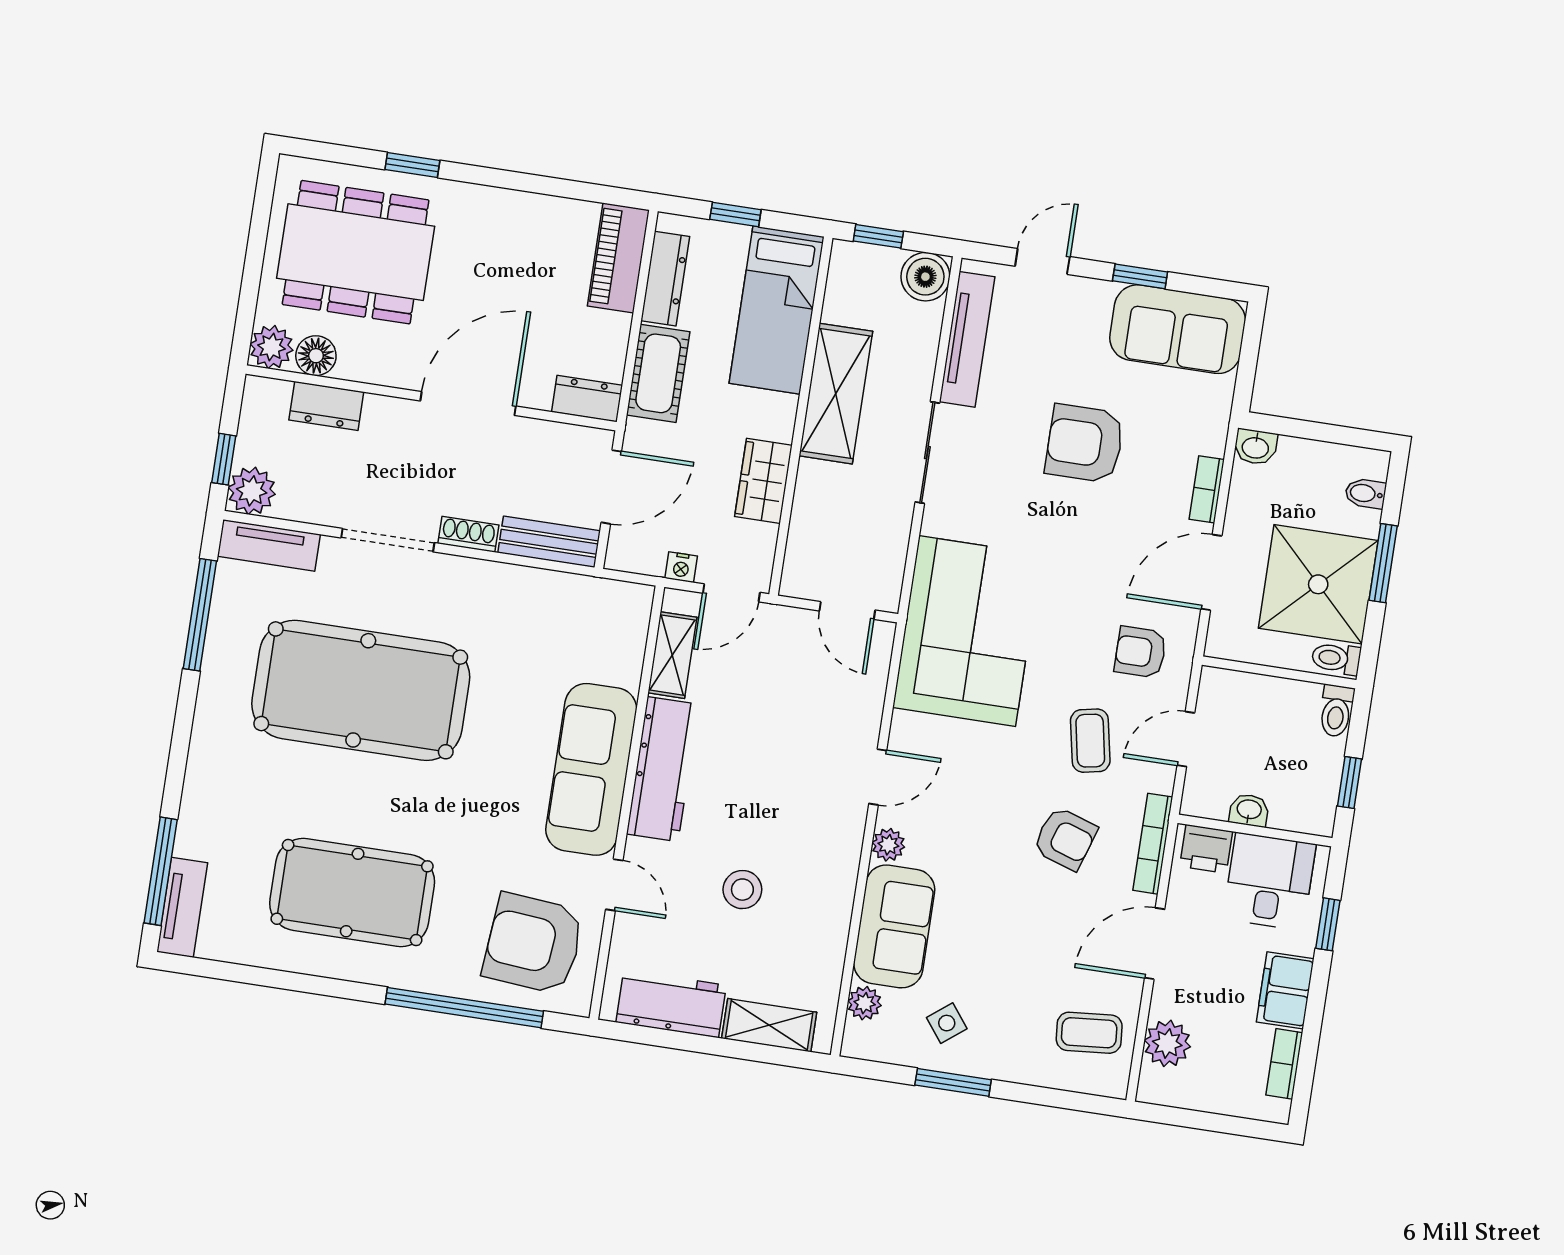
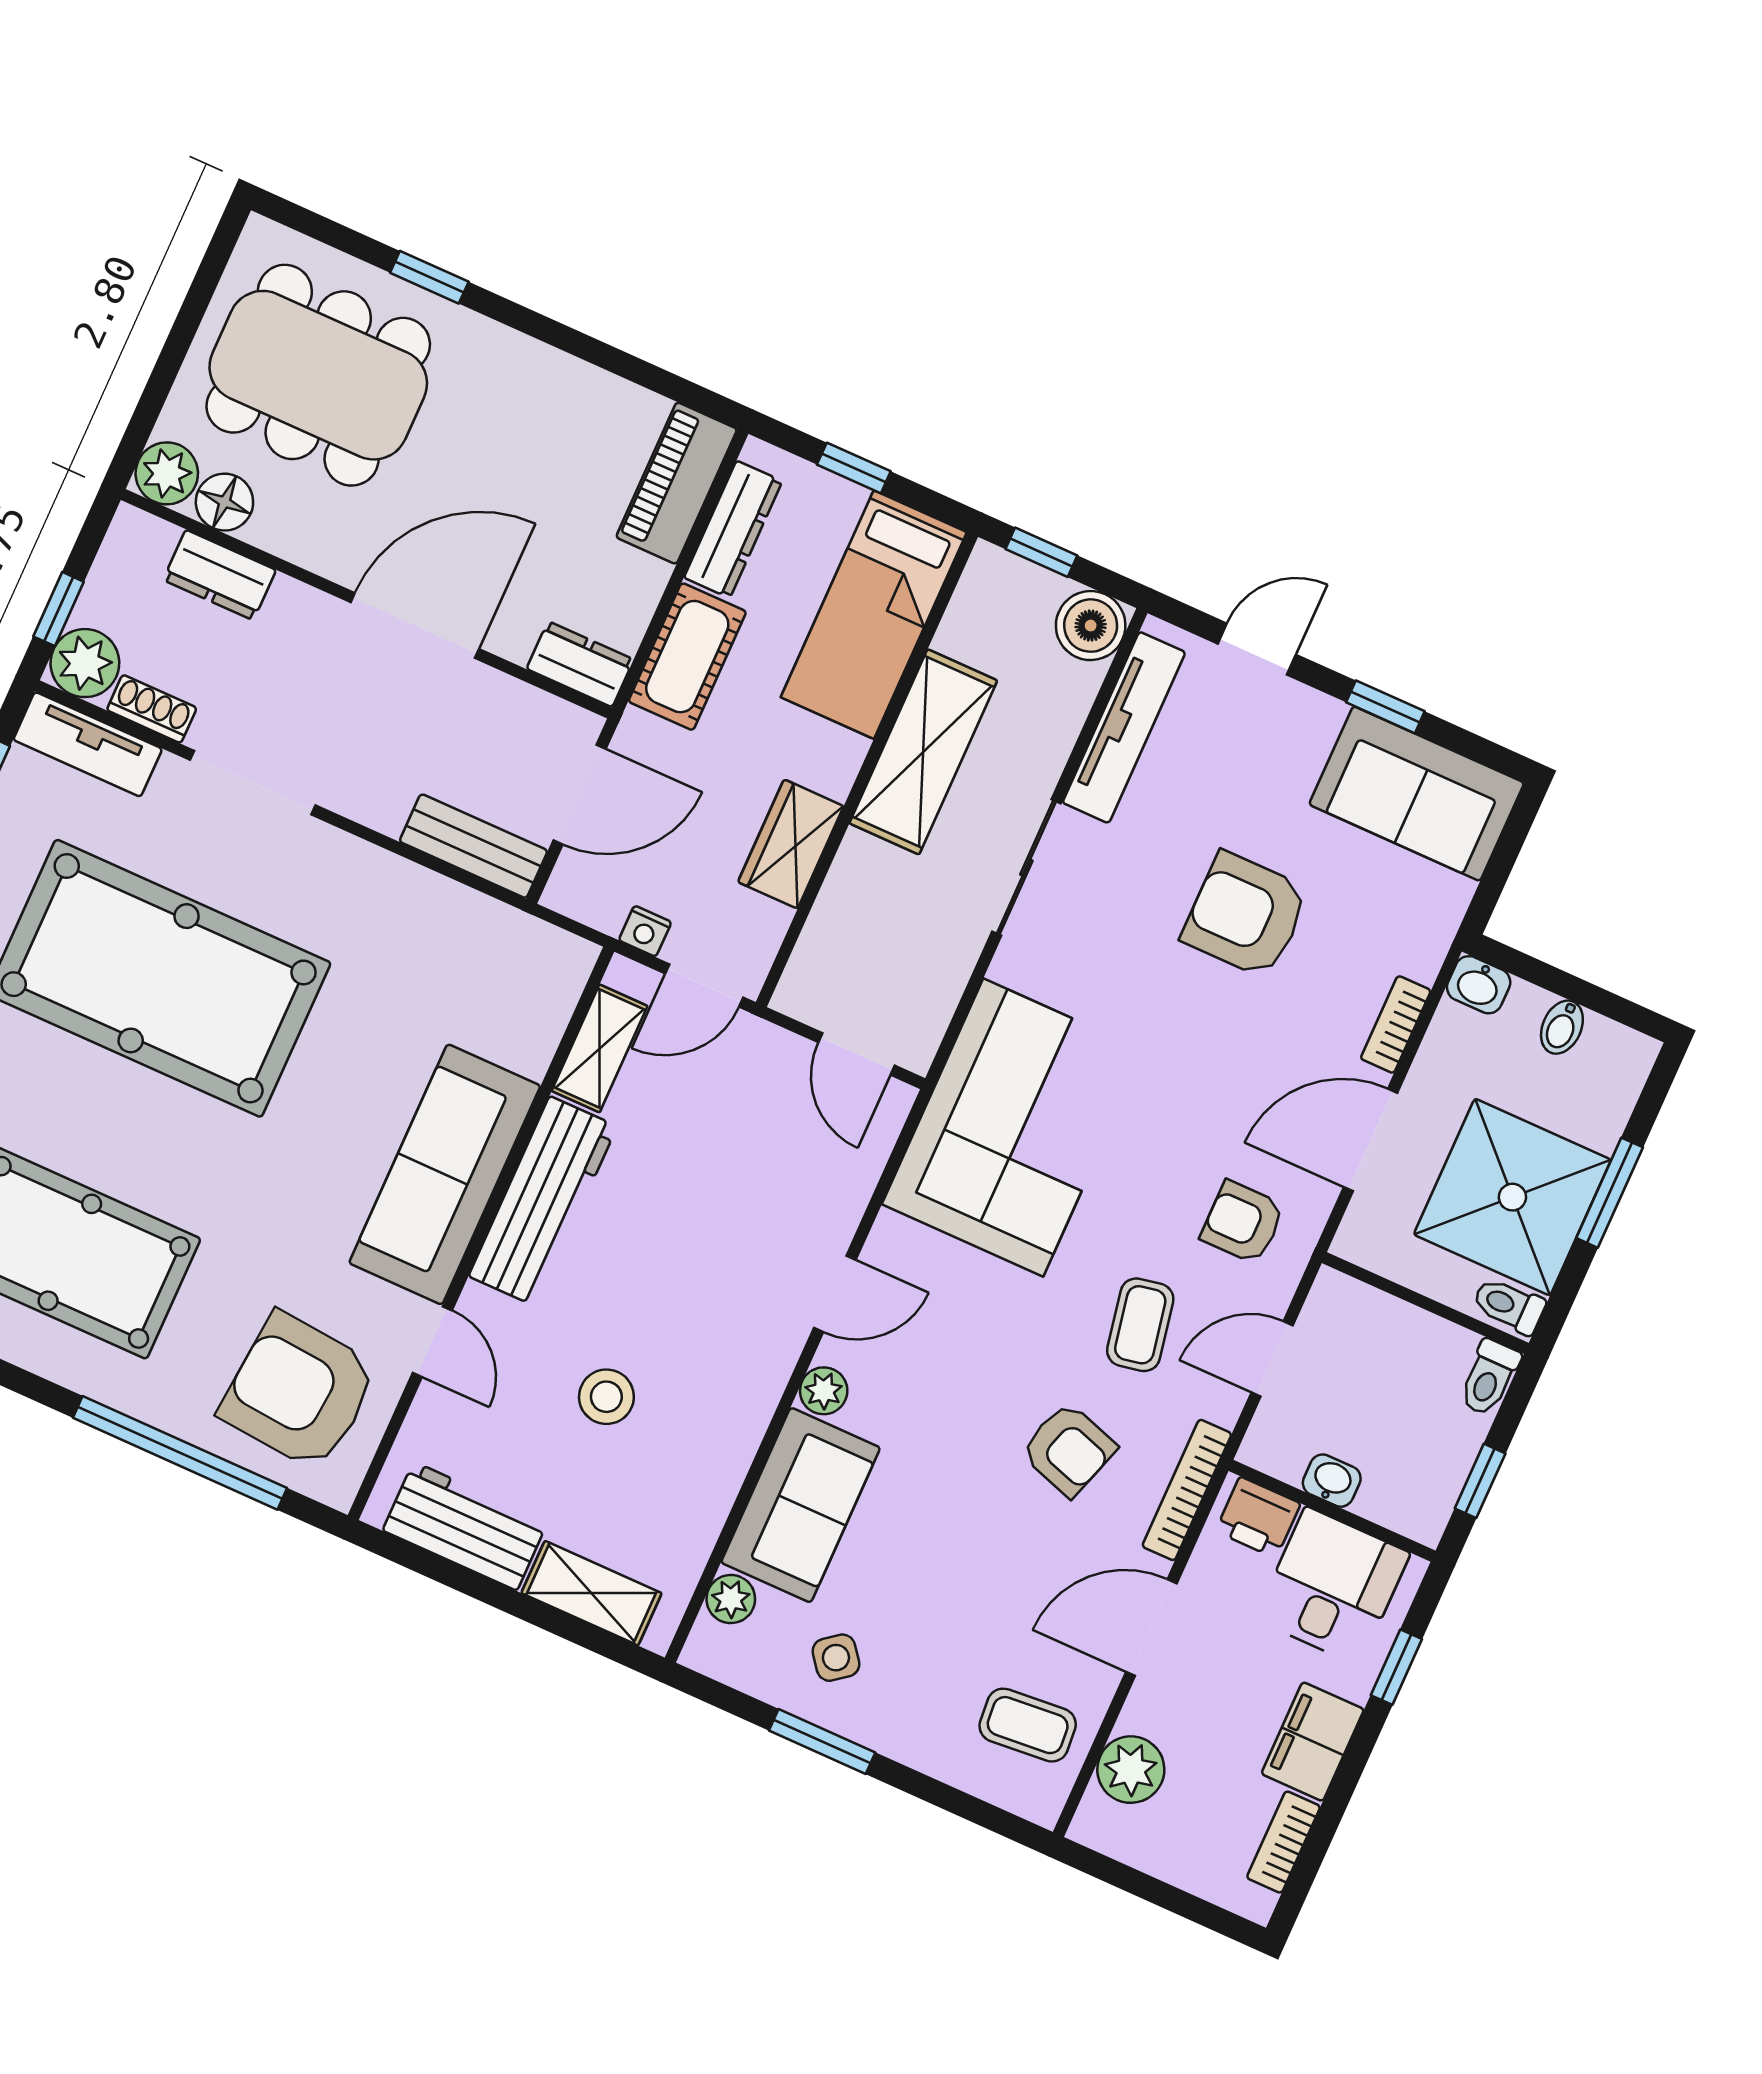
bidet: (1365, 493) -> (1562, 1027), moved, turned -90
shoe rack: (468, 534) -> (152, 709), moved

